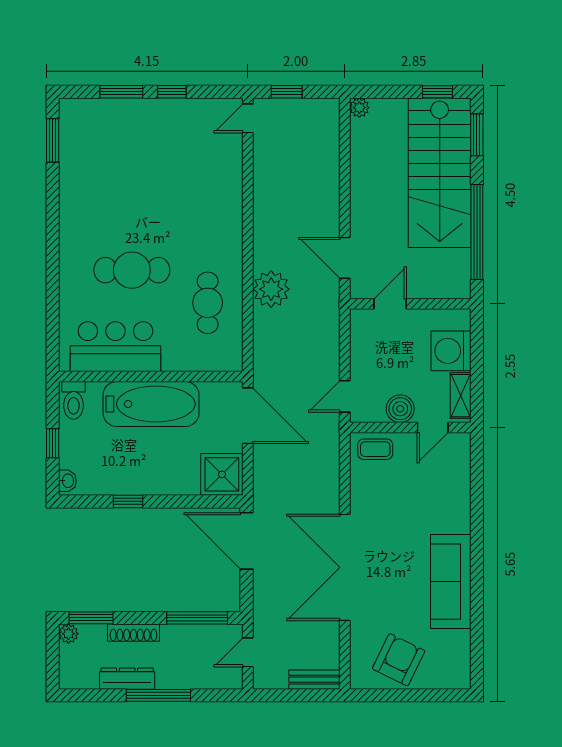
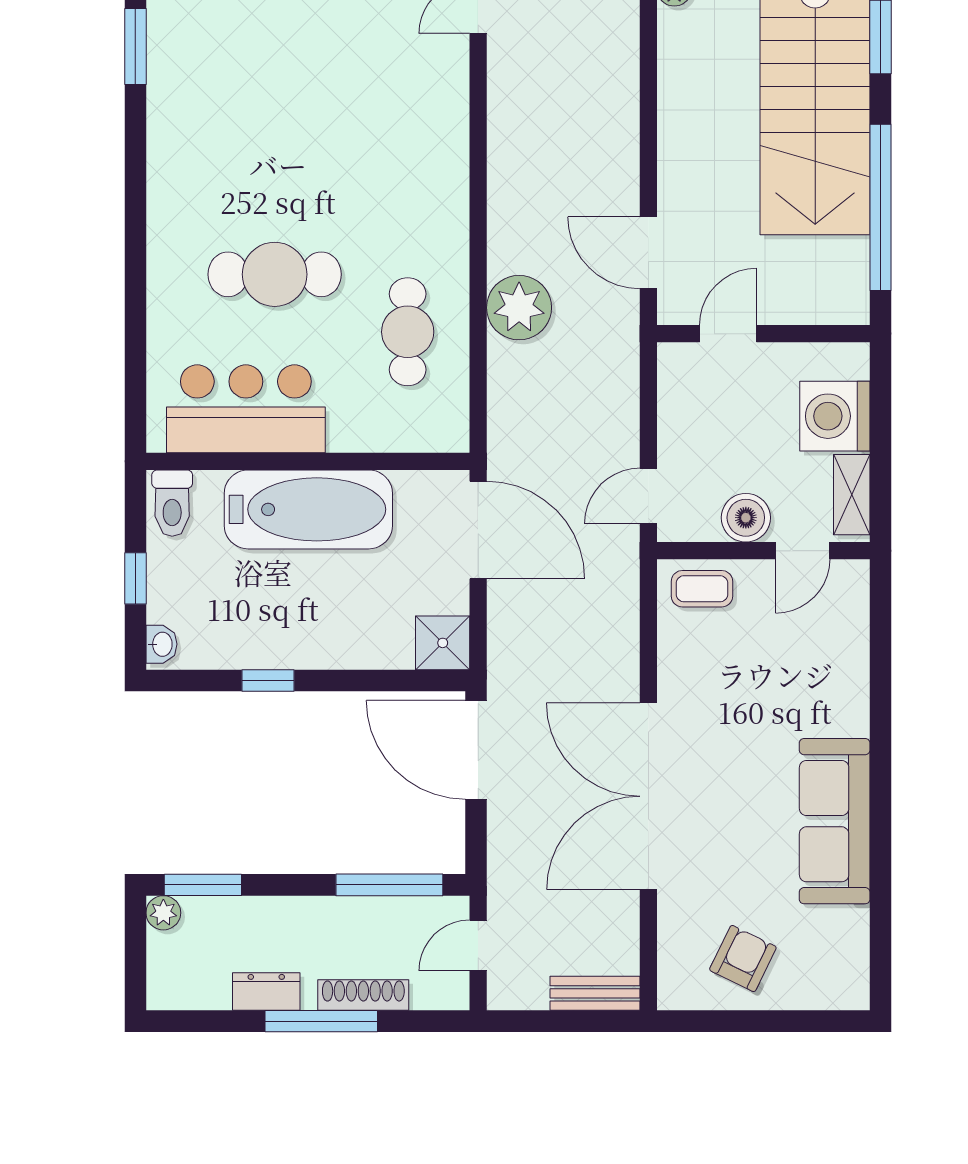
shower: (222, 474) -> (443, 643), width x0.73, depth x0.73
shoe rack: (133, 633) -> (363, 995), moved, turned 180
armchair: (399, 660) -> (743, 958), width x0.72, depth x0.72
dresser: (127, 679) -> (266, 992), width x0.70

